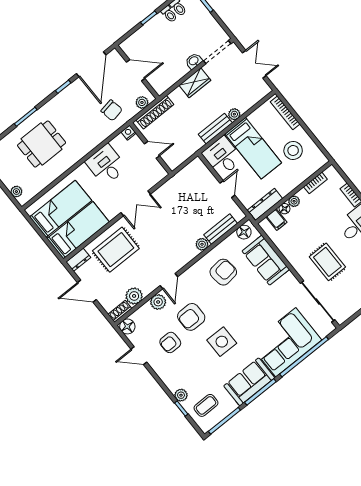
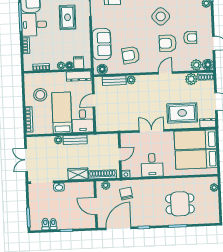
wardrobe: (195, 83) -> (78, 174), moved
door: (152, 150) -> (120, 154), swing flipped
plant: (158, 302) -> (196, 65), moved
armchair: (191, 317) -> (168, 43), turned 180
side table: (222, 342) -> (161, 16), turned 45

